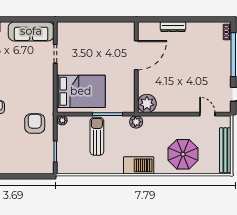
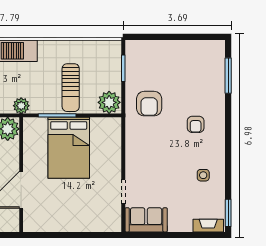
sofa: (31, 31) -> (146, 220), width x0.73
bed: (81, 91) -> (69, 148), moved, turned -90
plant: (62, 120) -> (109, 102), width x1.87, depth x1.87

